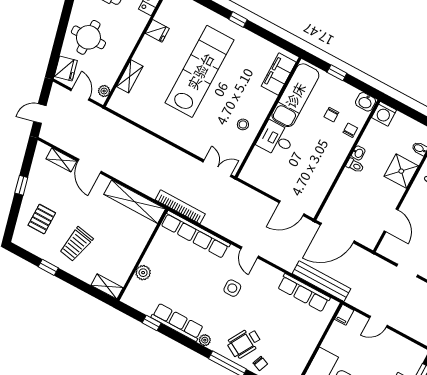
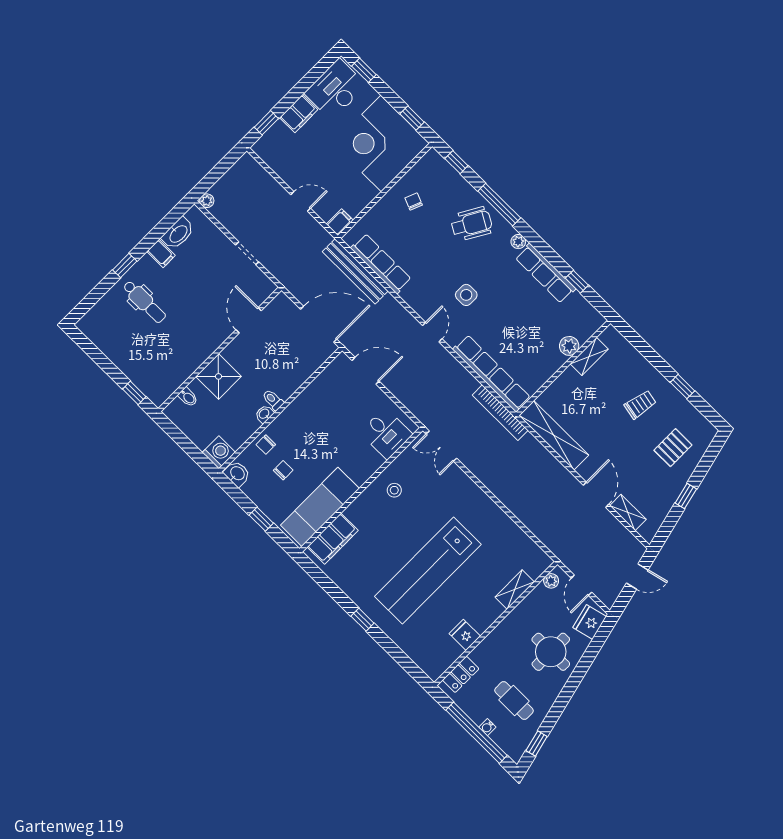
desk: (276, 139) -> (386, 434), moved
trolley: (76, 244) -> (640, 404), width x0.73, depth x0.72
shelving: (107, 286) -> (589, 356), moved, turned 90
chair: (260, 363) -> (414, 201), moved

